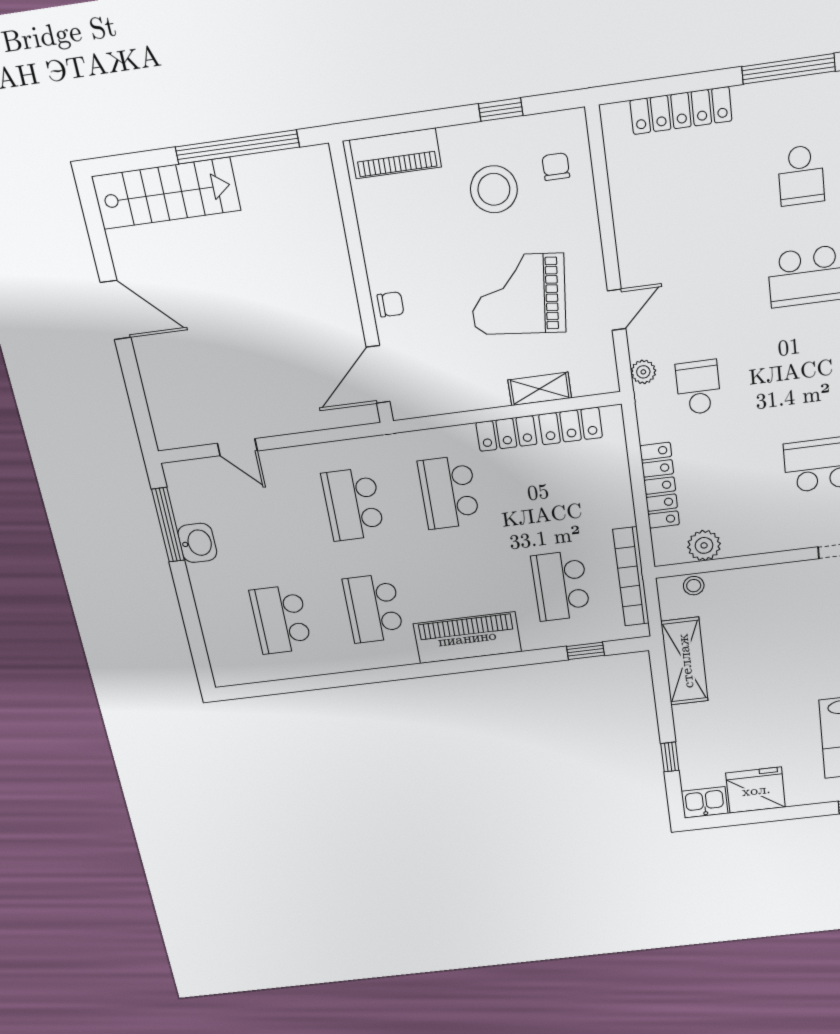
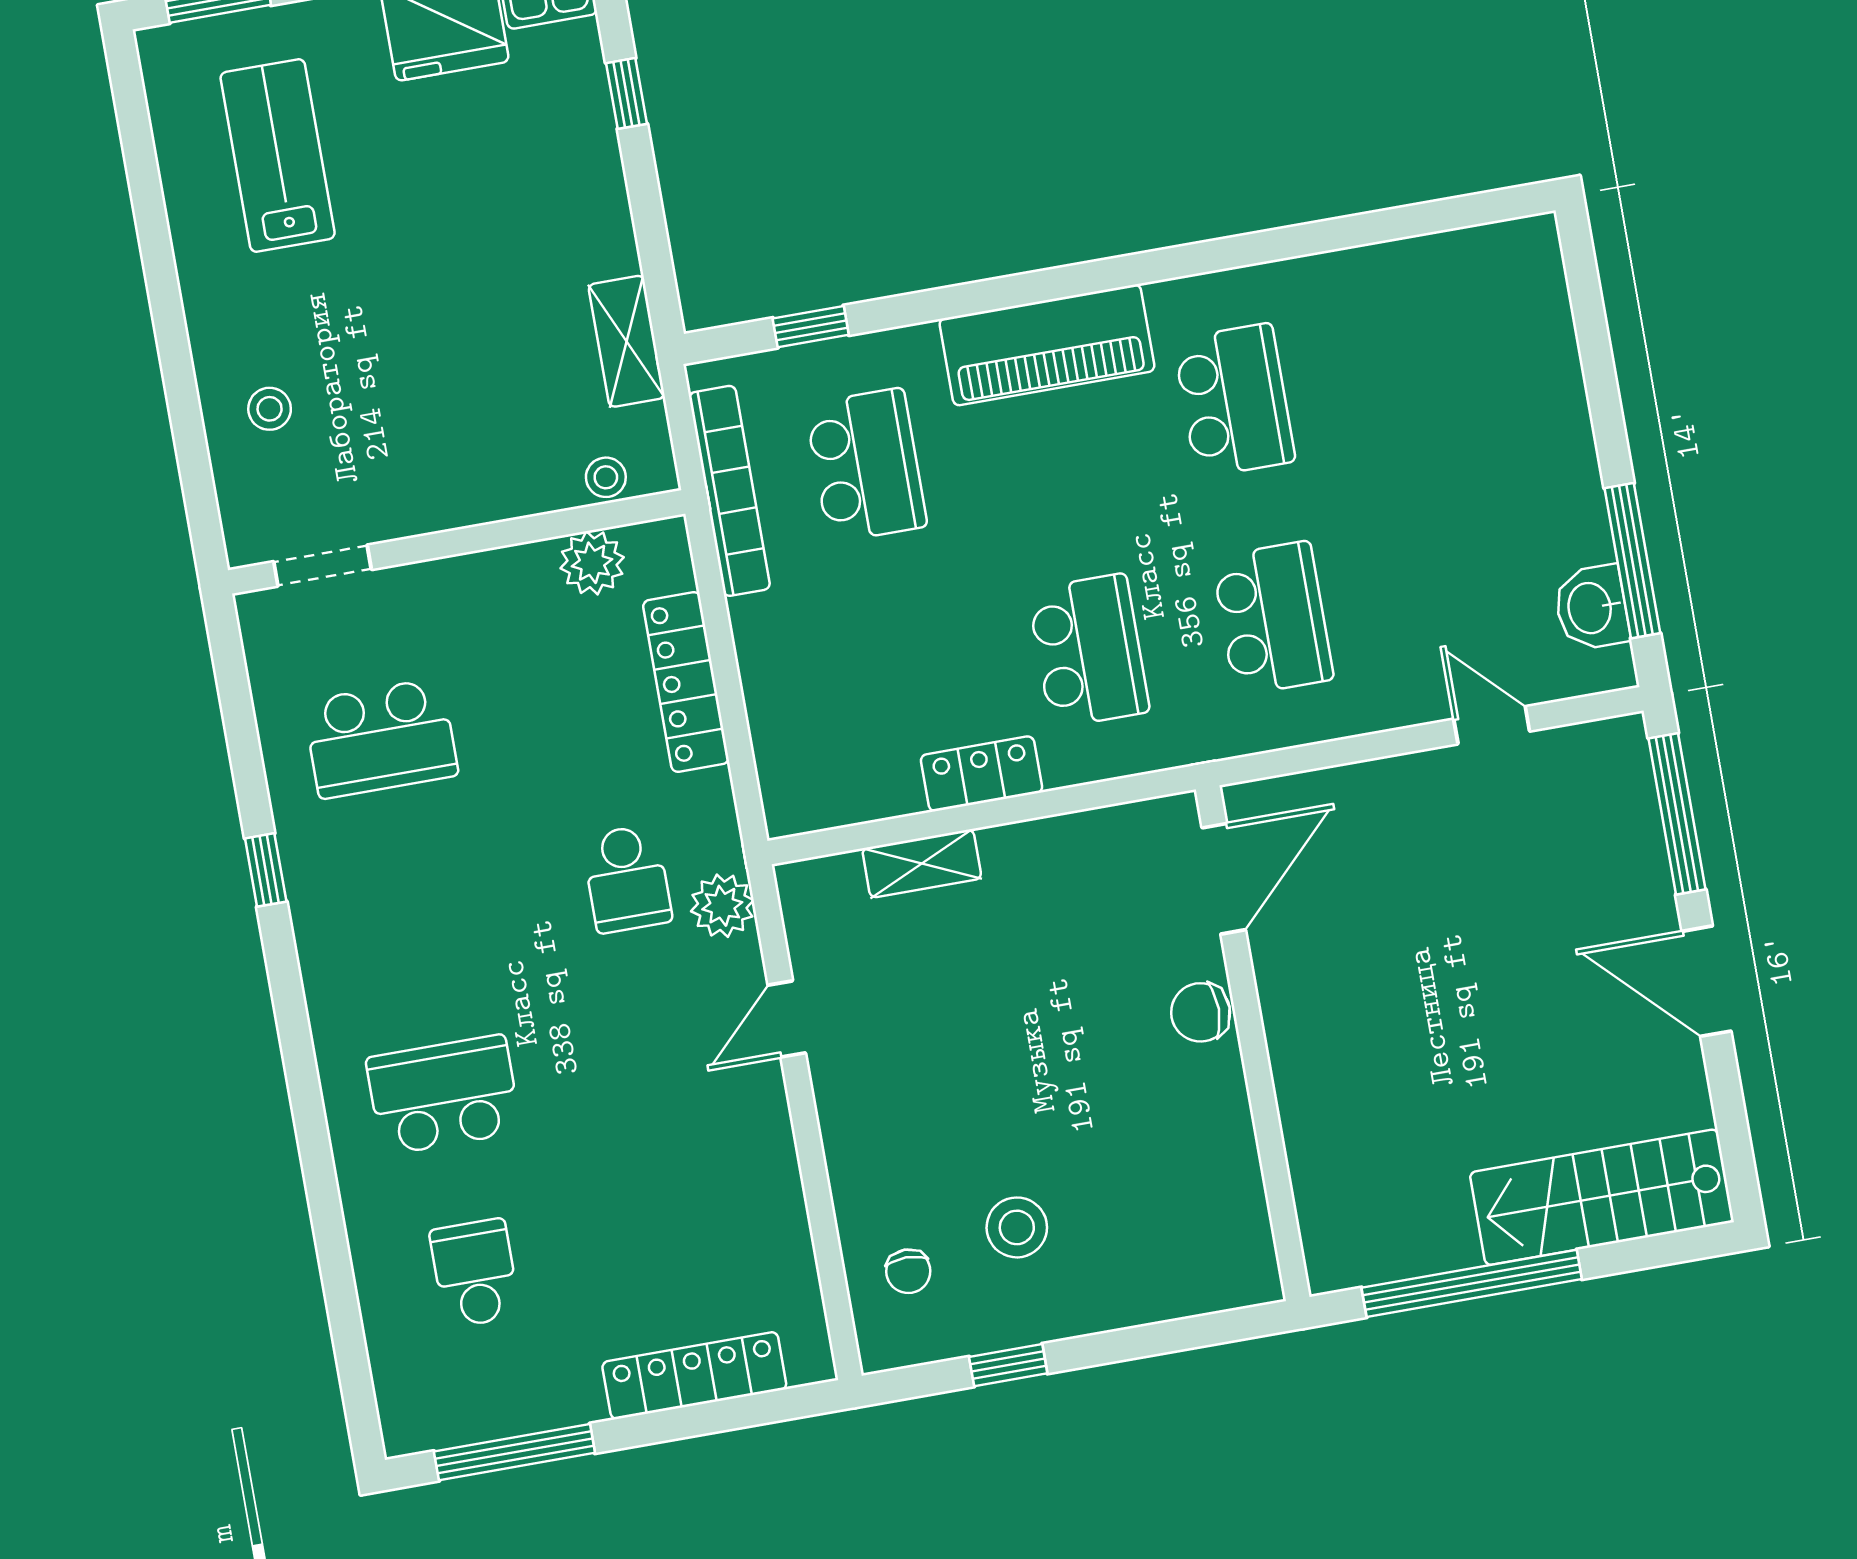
piano: (395, 153) -> (1192, 1283), removed
stool: (494, 189) -> (1017, 1227), width x0.73, depth x0.73
grand piano: (518, 294) -> (967, 1041), removed
chair: (391, 304) -> (1201, 1012), width x1.37, depth x1.37
plant: (643, 372) -> (722, 906), width x1.38, depth x1.38
window: (137, 398) -> (1677, 814), added
locker: (571, 426) -> (861, 794), removed
washbasin: (197, 543) -> (1592, 608), moved
school desk: (281, 620) -> (1418, 368), removed
shelving: (685, 661) -> (627, 341), width x0.67, depth x0.75

